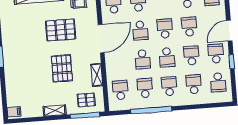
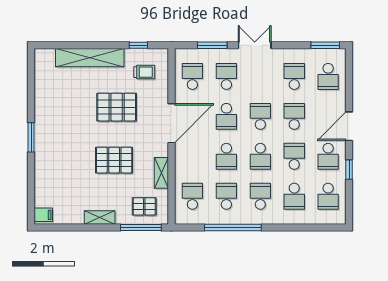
school desk: (216, 54) -> (328, 156), turned 180
pallet: (62, 68) -> (114, 160), turned 90
school desk: (194, 84) -> (294, 196), turned 180

